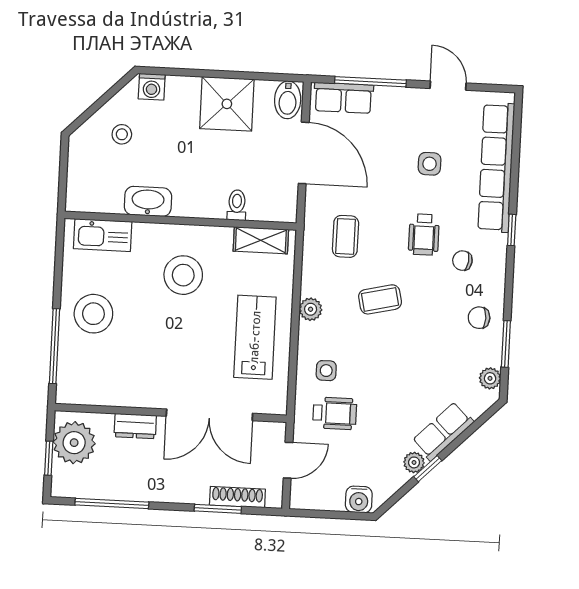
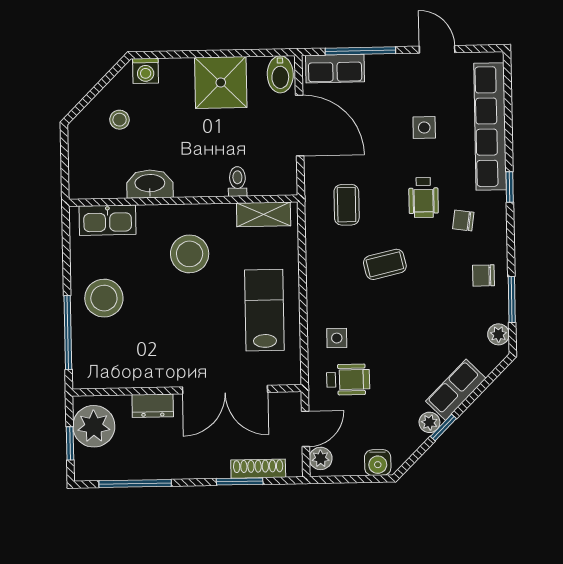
plant: (311, 309) -> (321, 458), moved

